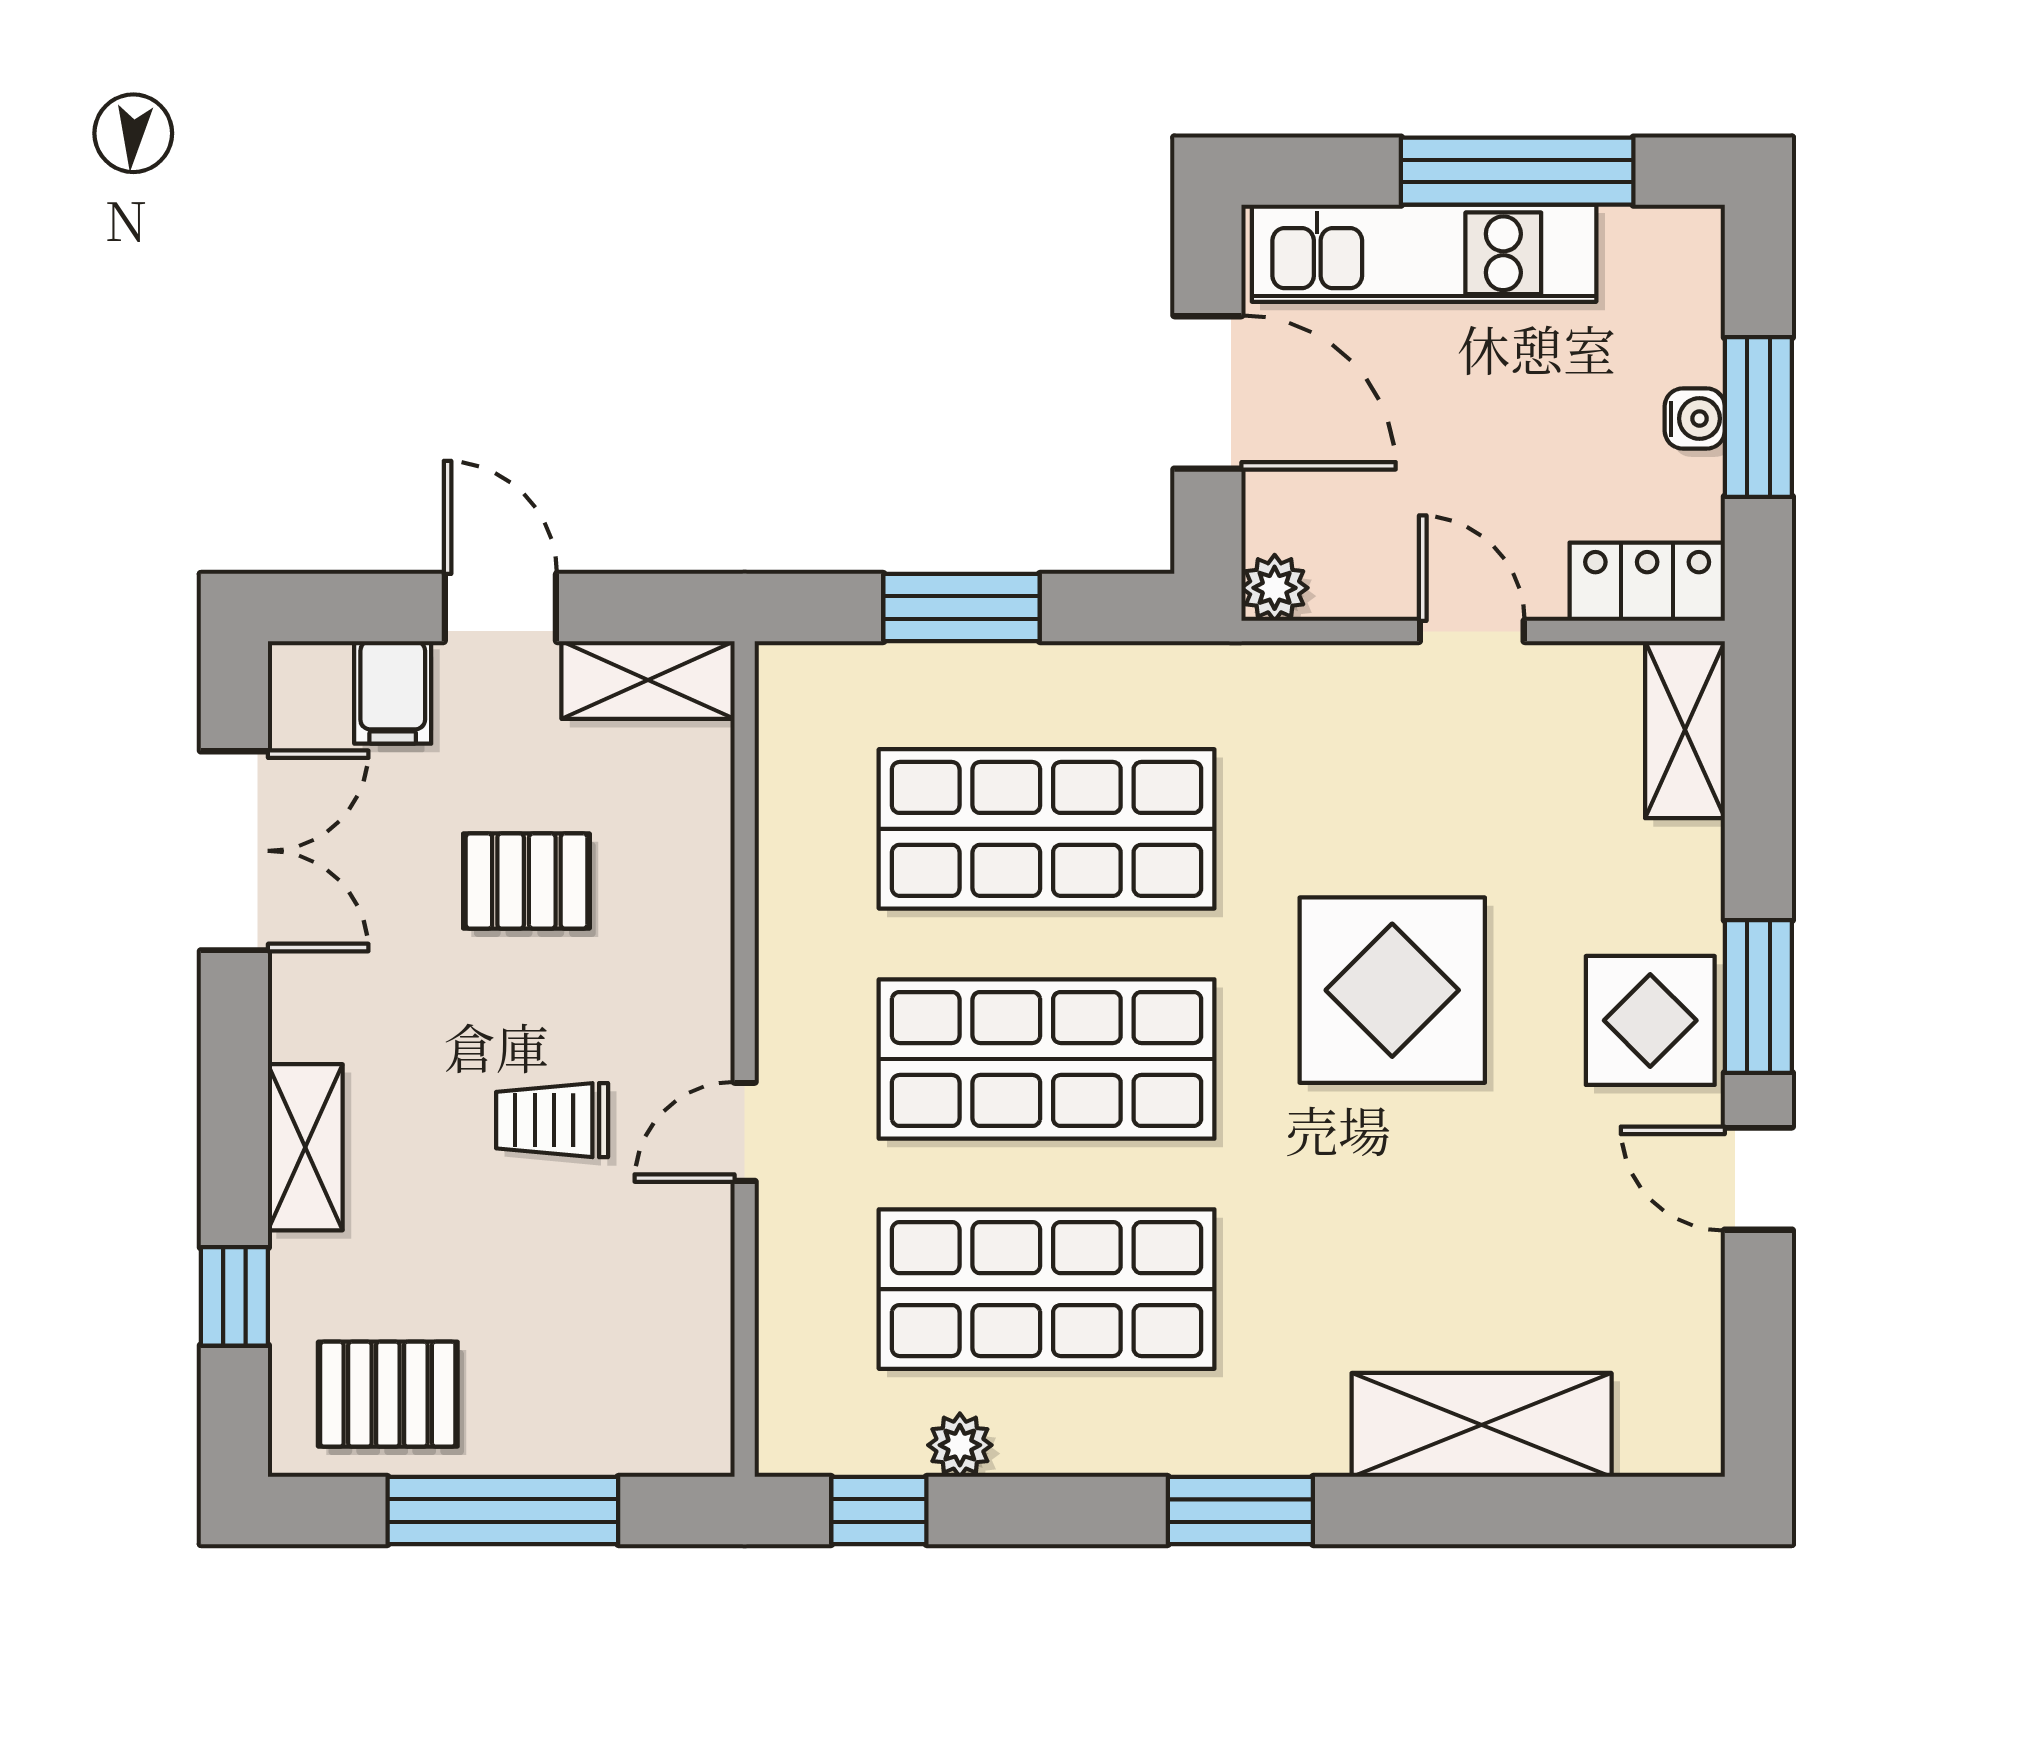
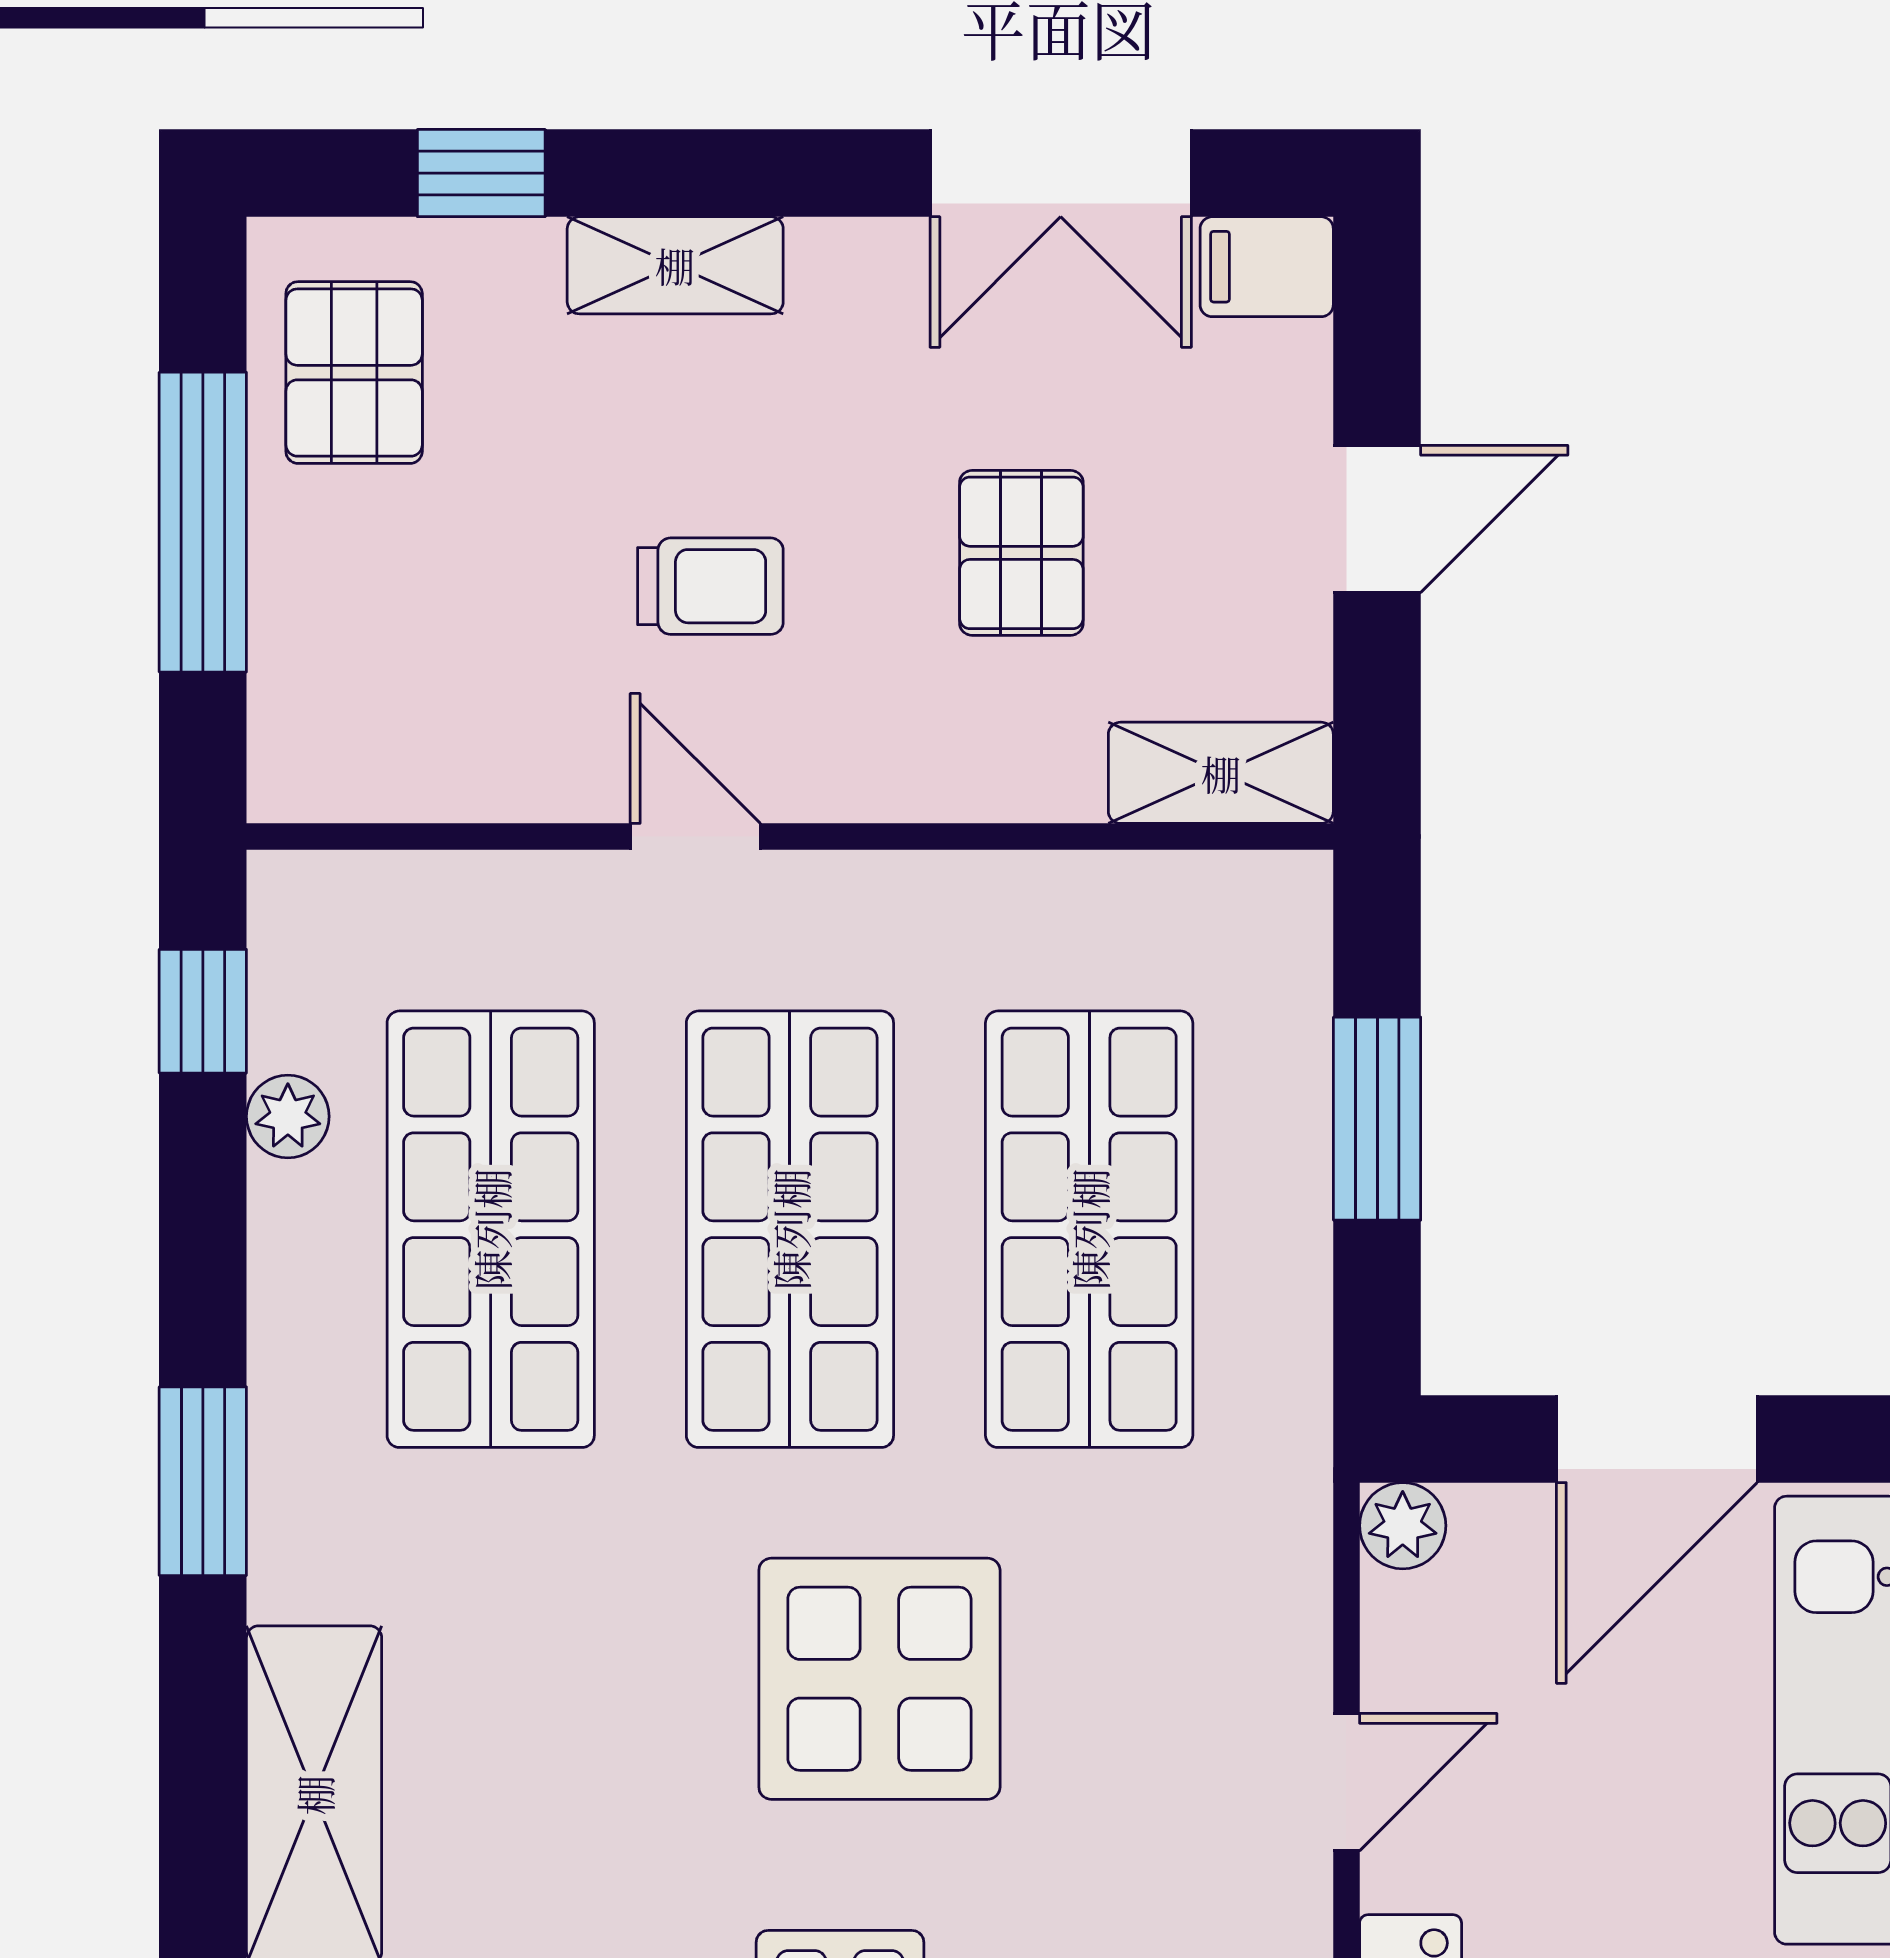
shelving: (648, 680) -> (1221, 773), moved, turned 90
filing cabinet: (393, 692) -> (1267, 267), moved
trolley: (552, 1120) -> (710, 586), turned 90

